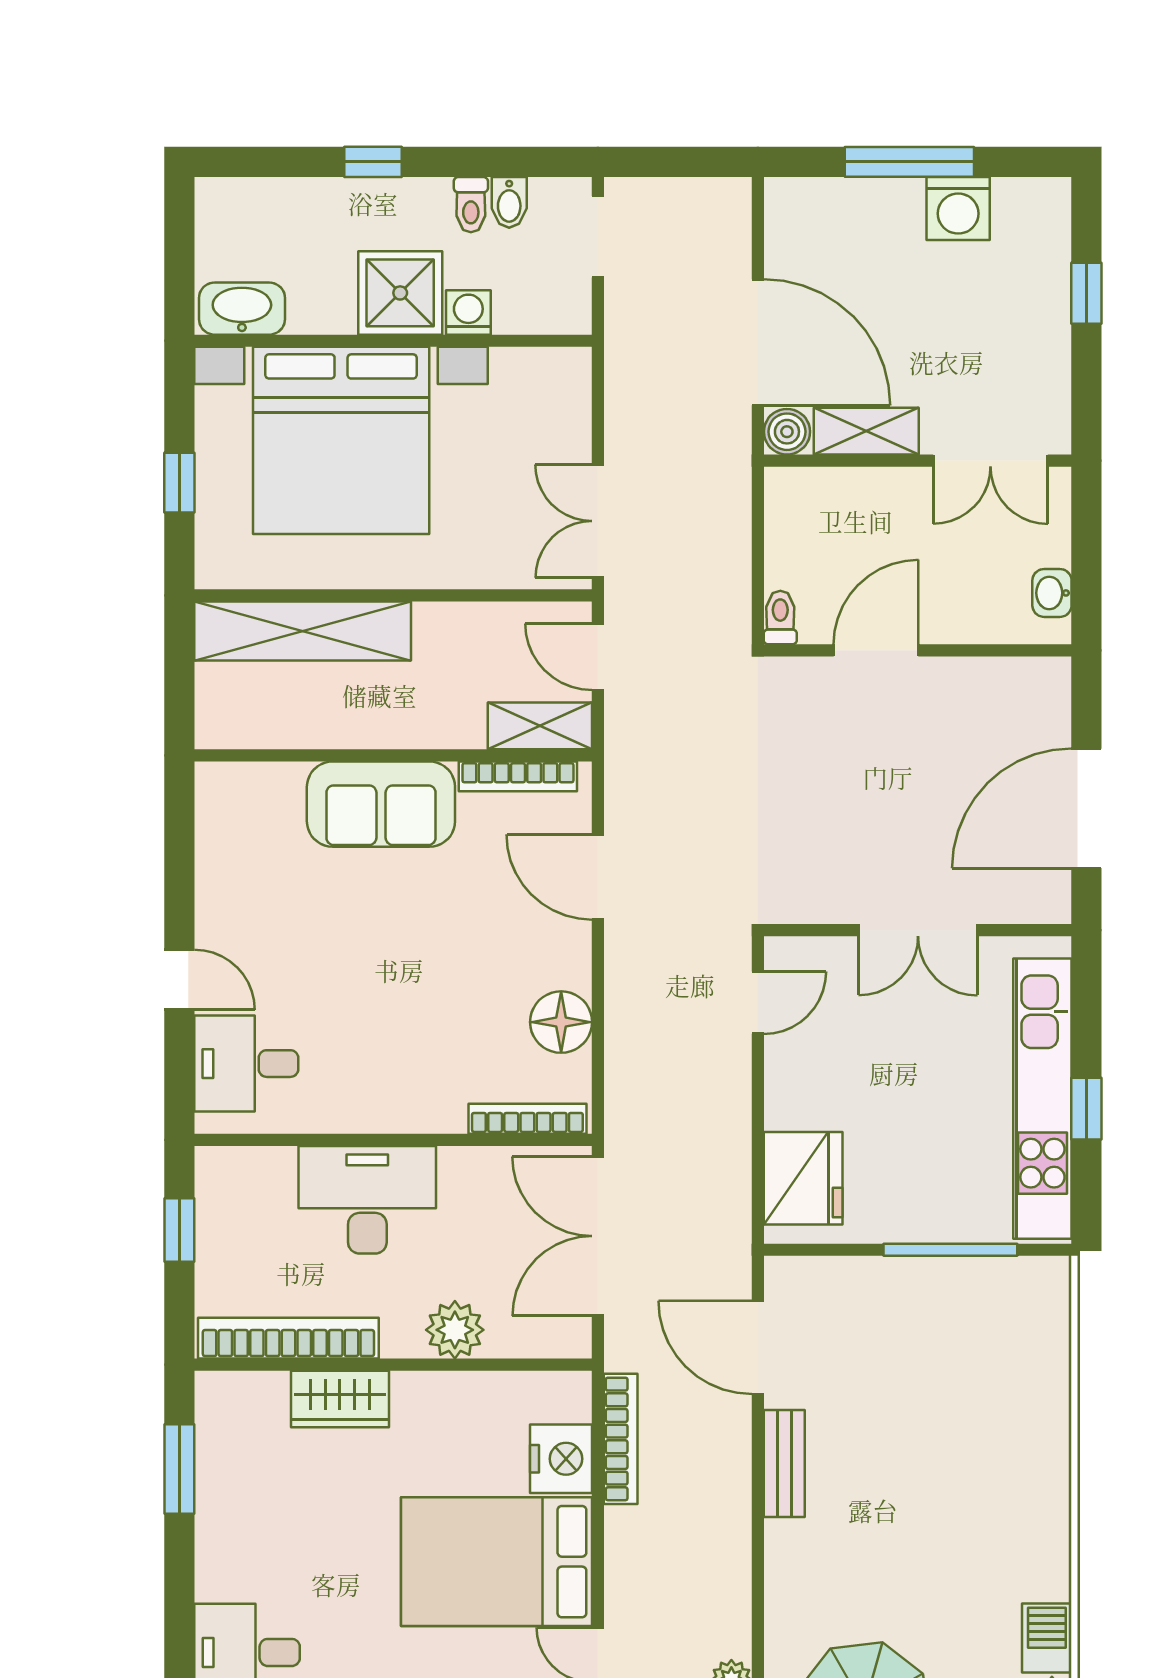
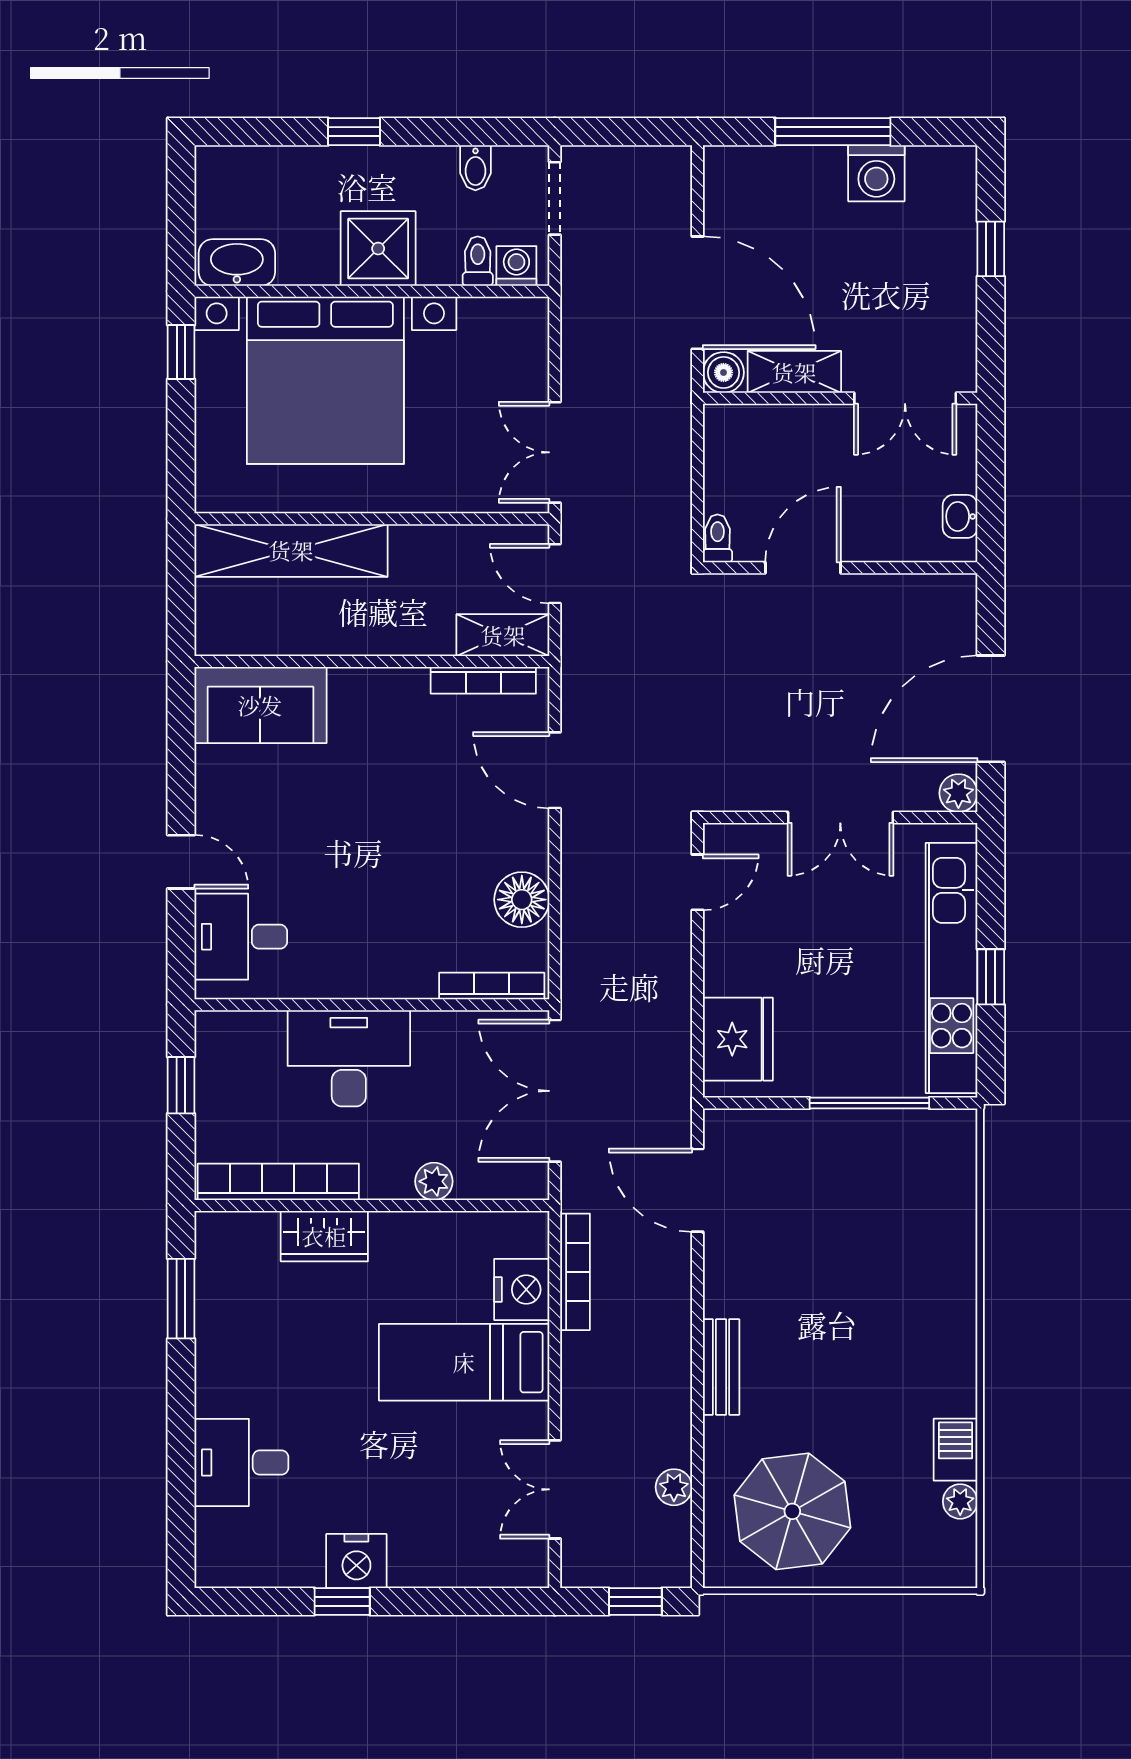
toilet: (471, 205) -> (478, 261), moved, turned 180
washing machine: (468, 312) -> (516, 266), moved
window: (179, 483) -> (181, 352), moved
sofa: (381, 804) -> (260, 705), moved
plant: (1050, 903) -> (958, 793), added
plant: (455, 1330) -> (434, 1181), width x0.73, depth x0.73
bench: (784, 1463) -> (721, 1367), moved
bed: (496, 1562) -> (464, 1362), width x0.67

